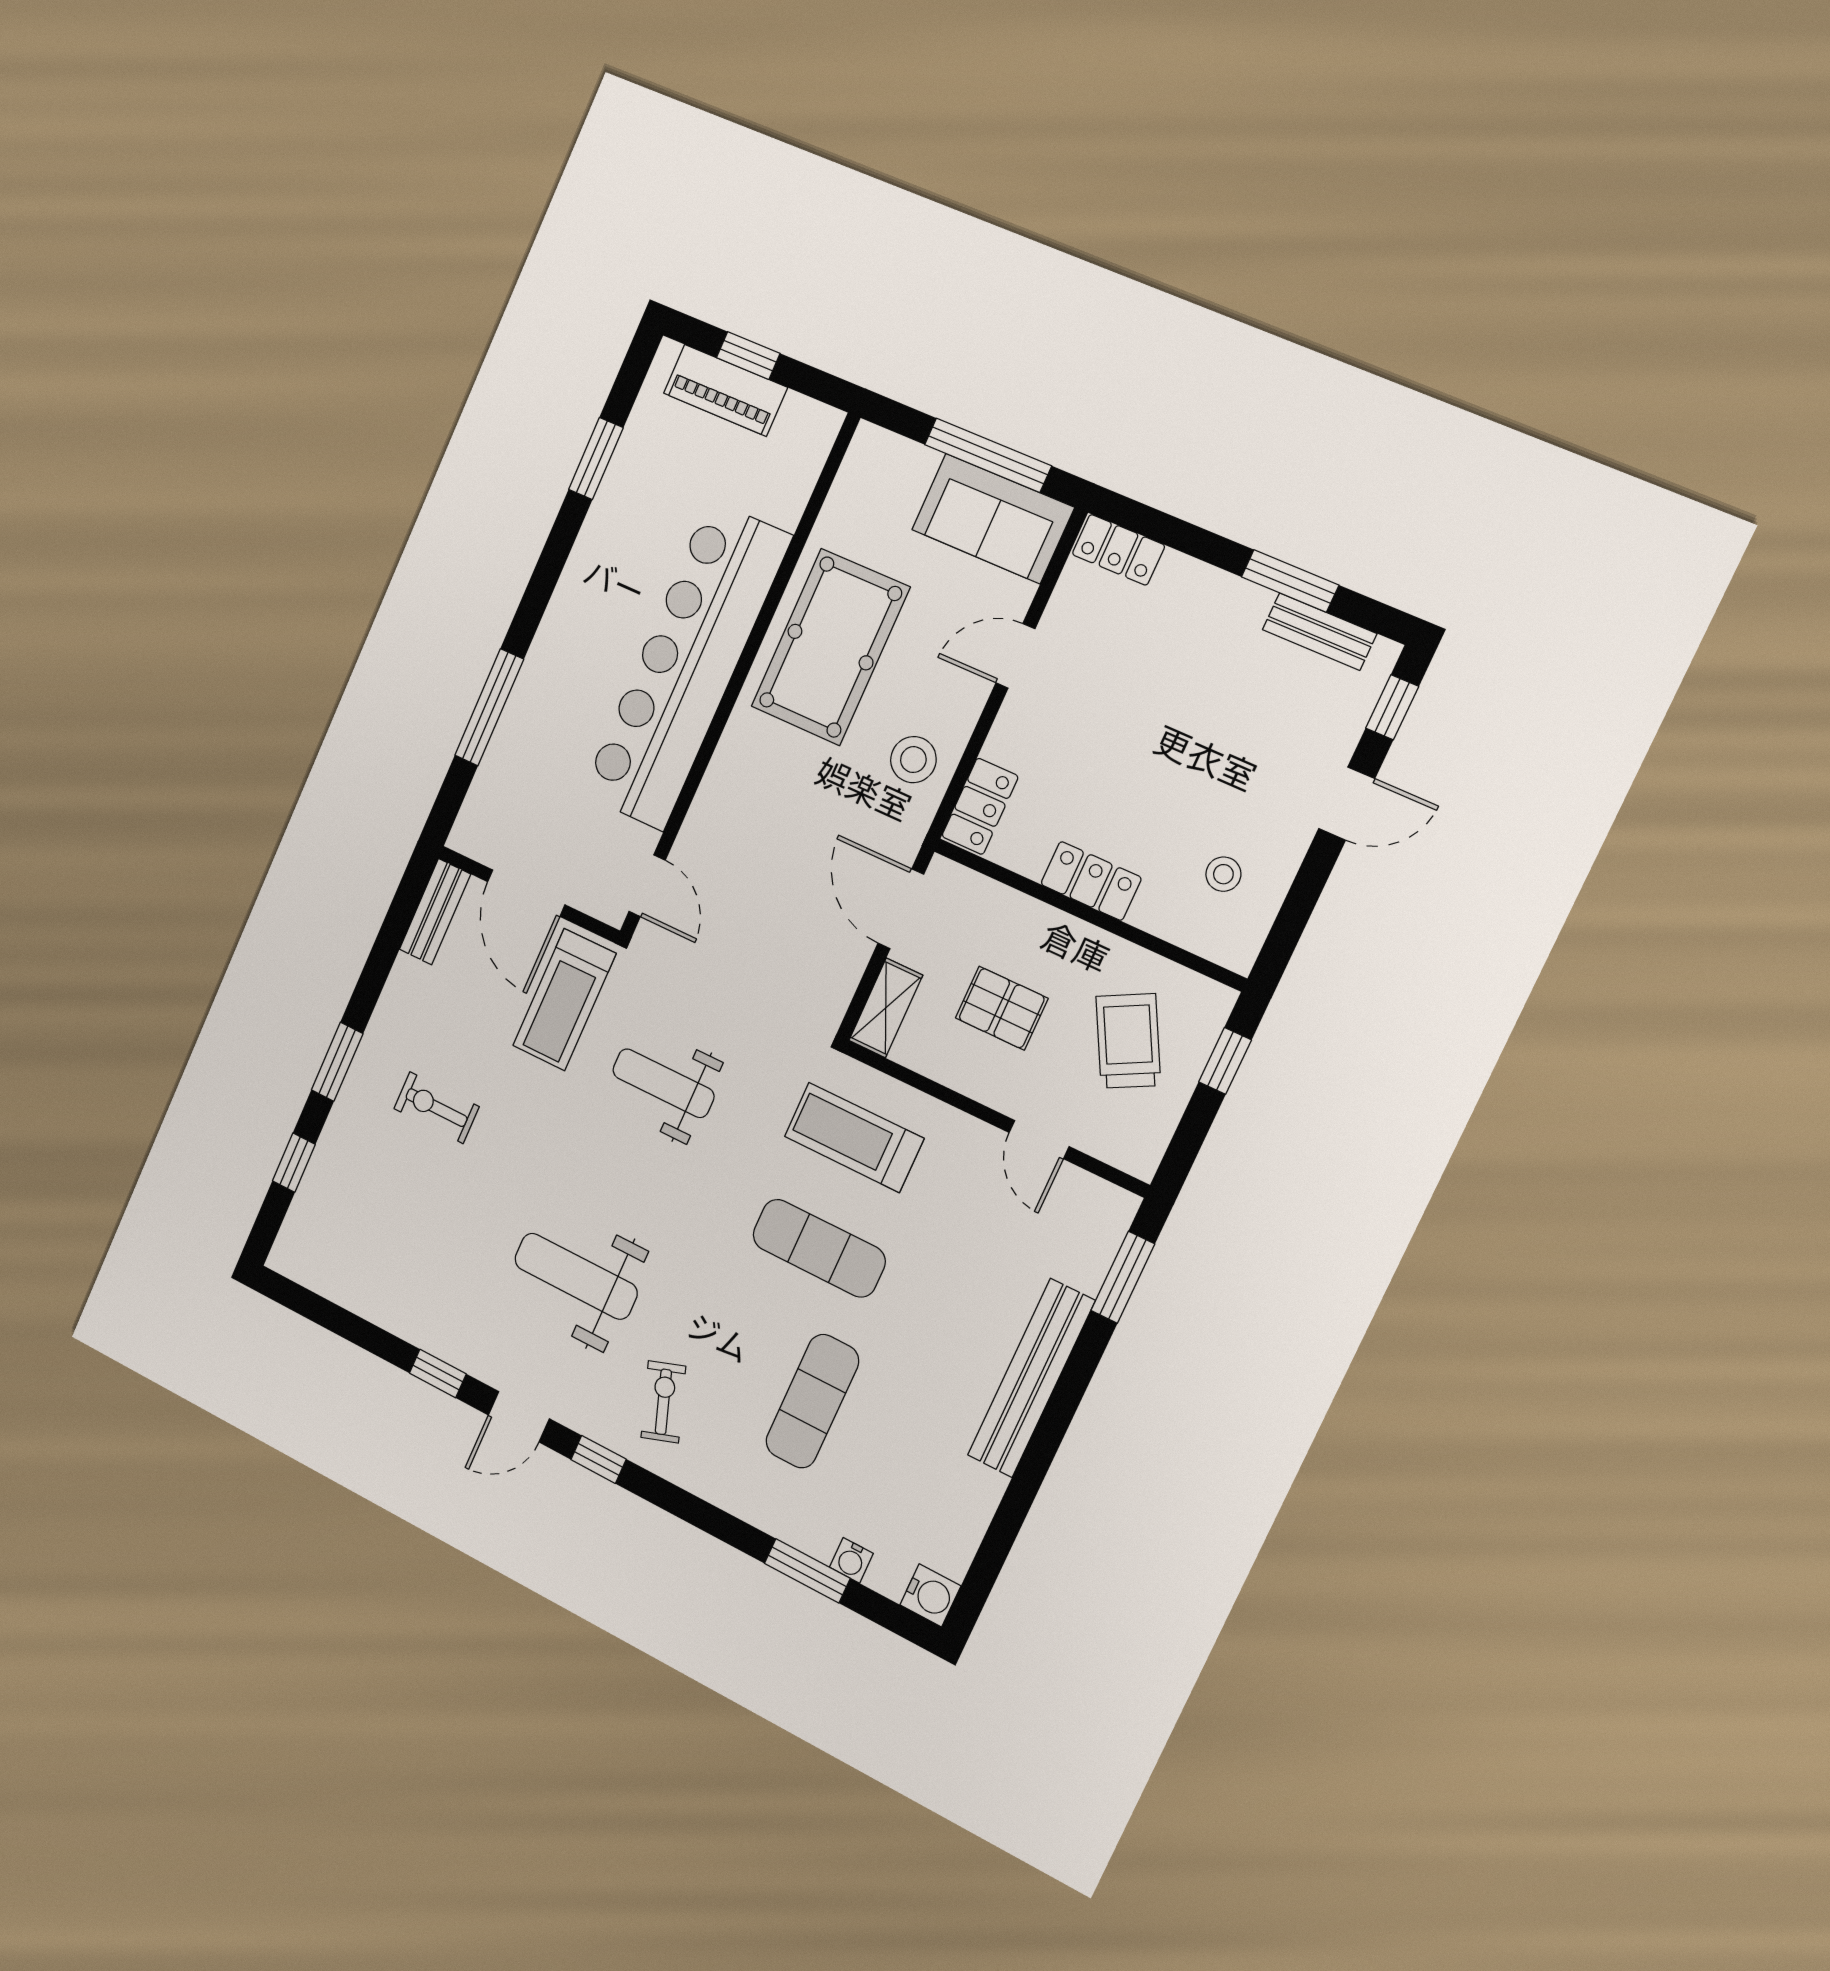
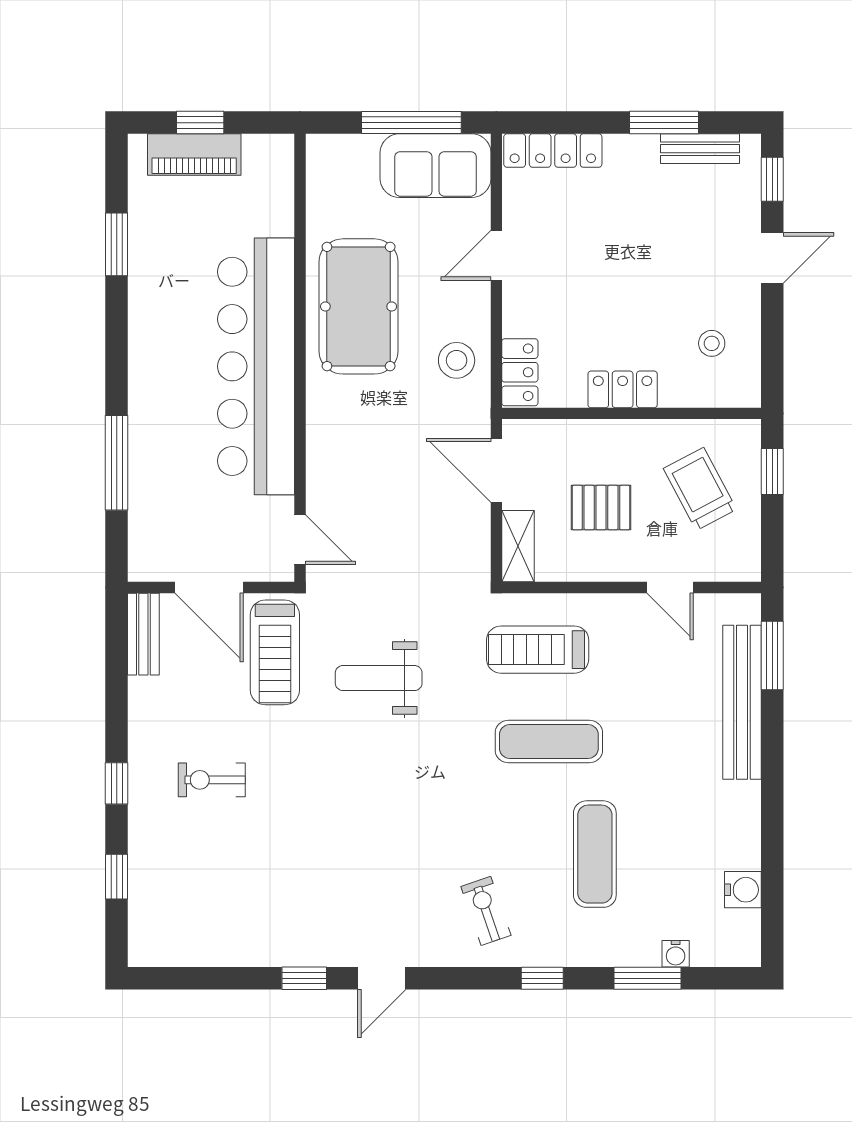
locker: (1118, 550) -> (553, 151), width x1.53
window: (337, 1062) -> (117, 783), width x0.67
weight bench: (576, 1276) -> (378, 852), removed
bench: (1031, 1378) -> (742, 702), moved
window: (599, 1459) -> (542, 978), moved
water cooler: (930, 1595) -> (743, 890), moved

